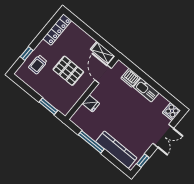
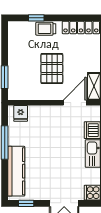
trolley: (38, 64) -> (46, 29), moved
fridge: (91, 103) -> (21, 113), moved

